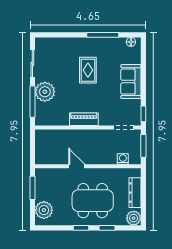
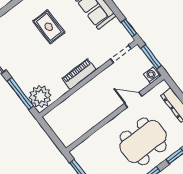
plant: (45, 92) -> (40, 96), moved
washing machine: (123, 159) -> (152, 75), moved
door: (77, 166) -> (133, 100), moved

